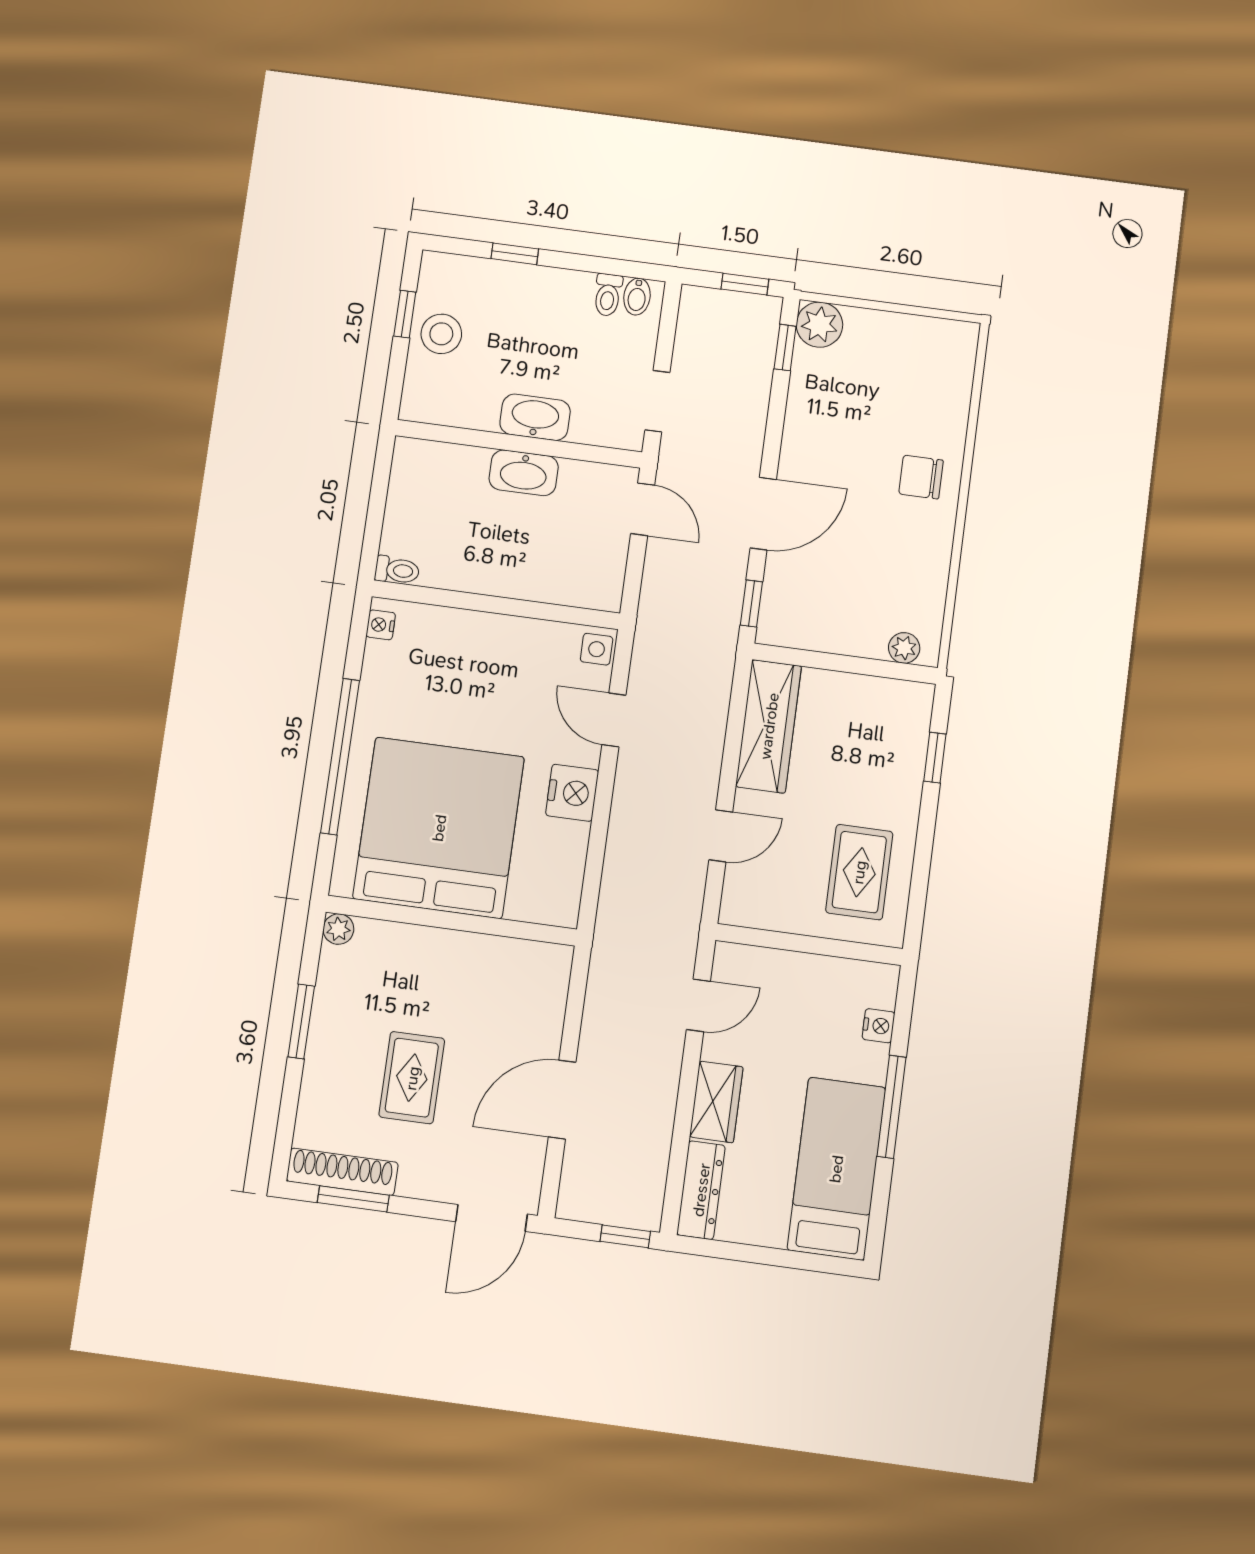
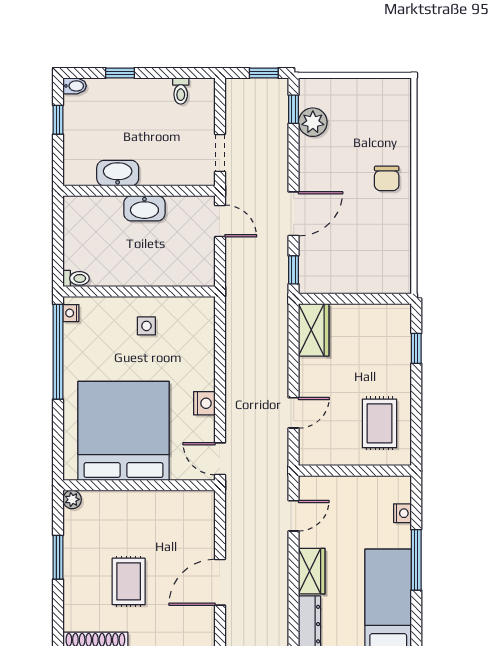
bidet: (637, 297) -> (75, 86), moved, turned -90
plant: (819, 325) -> (313, 122), moved
stool: (441, 334) -> (82, 129), removed
washbasin: (535, 417) -> (118, 173), moved
chair: (921, 477) -> (387, 178), turned -90
plant: (904, 648) -> (389, 284), removed
side table: (597, 649) -> (146, 326), moved
door: (614, 720) -> (220, 459), moved
wardrobe: (769, 726) -> (314, 330), width x0.67
window: (340, 757) -> (58, 352), moved
nightstand: (572, 793) -> (204, 403), width x0.74, depth x0.75

